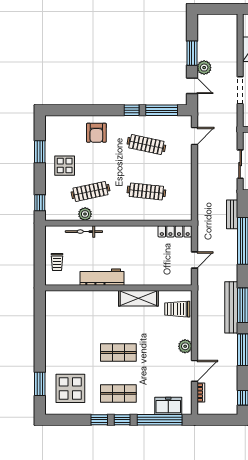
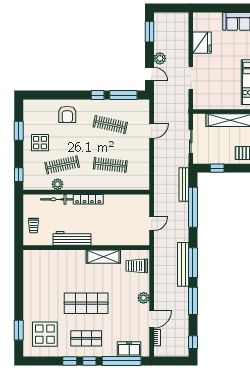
window: (192, 53) -> (149, 32), moved
door: (195, 136) -> (152, 131), moved
bench: (232, 214) -> (184, 184), width x1.36
locker: (175, 231) -> (88, 199), moved
shop shelf: (118, 353) -> (86, 303), width x1.43, depth x1.36

